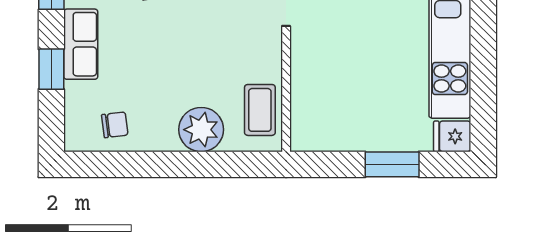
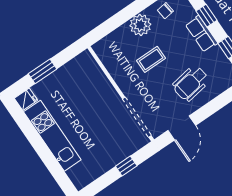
coffee table: (260, 110) -> (151, 59), moved, turned 90
plant: (201, 130) -> (140, 25), moved

